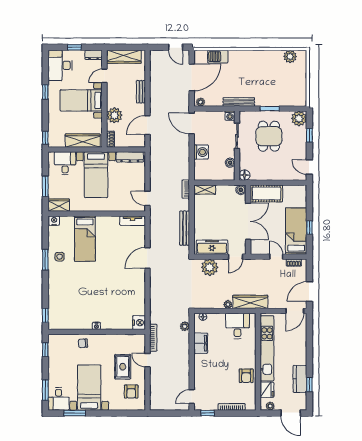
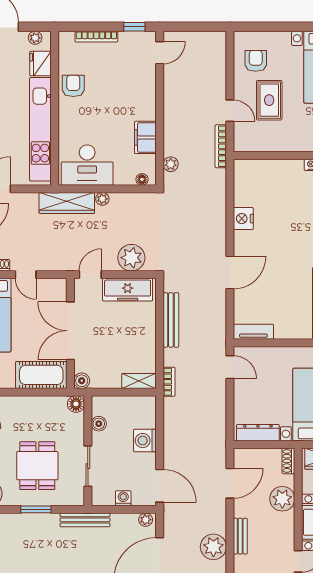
plant: (158, 85) -> (213, 547), added
washing machine: (230, 116) -> (123, 498), moved
nightstand: (139, 323) -> (243, 219), moved
desk: (237, 326) -> (87, 165), width x1.37

